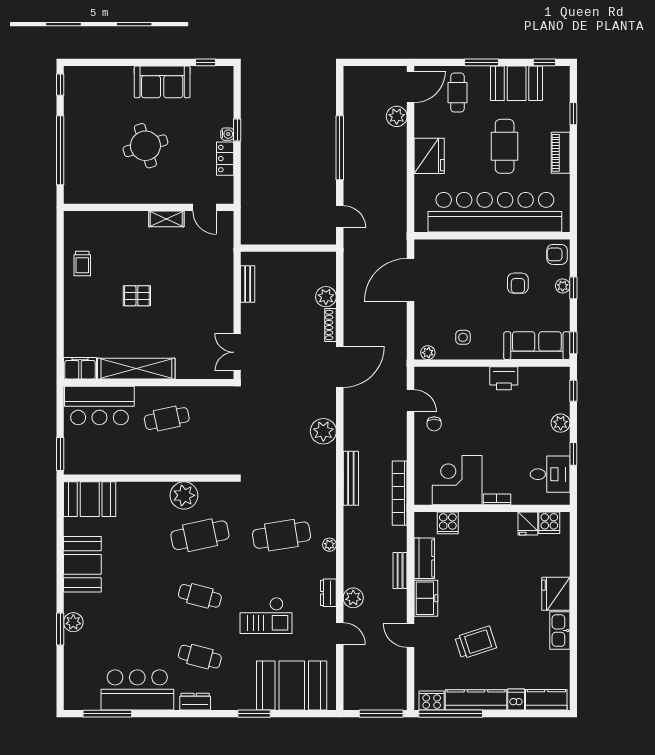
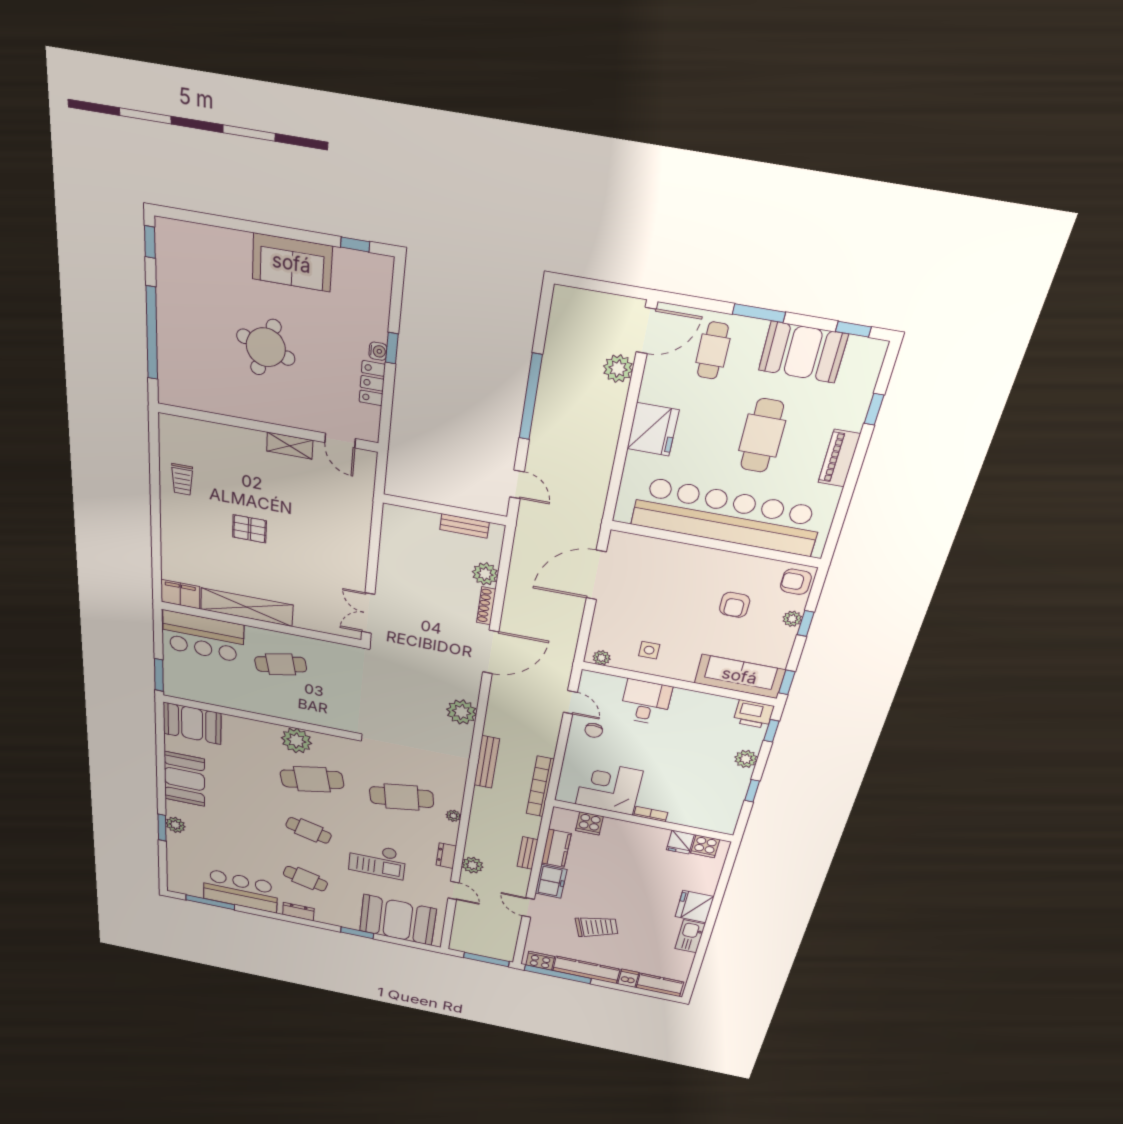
round table: (145, 146) -> (266, 347), turned 35
bench: (248, 284) -> (464, 526), moved, turned 90
printer: (504, 378) -> (754, 714), moved
desk: (550, 474) -> (646, 702), moved, turned -90

